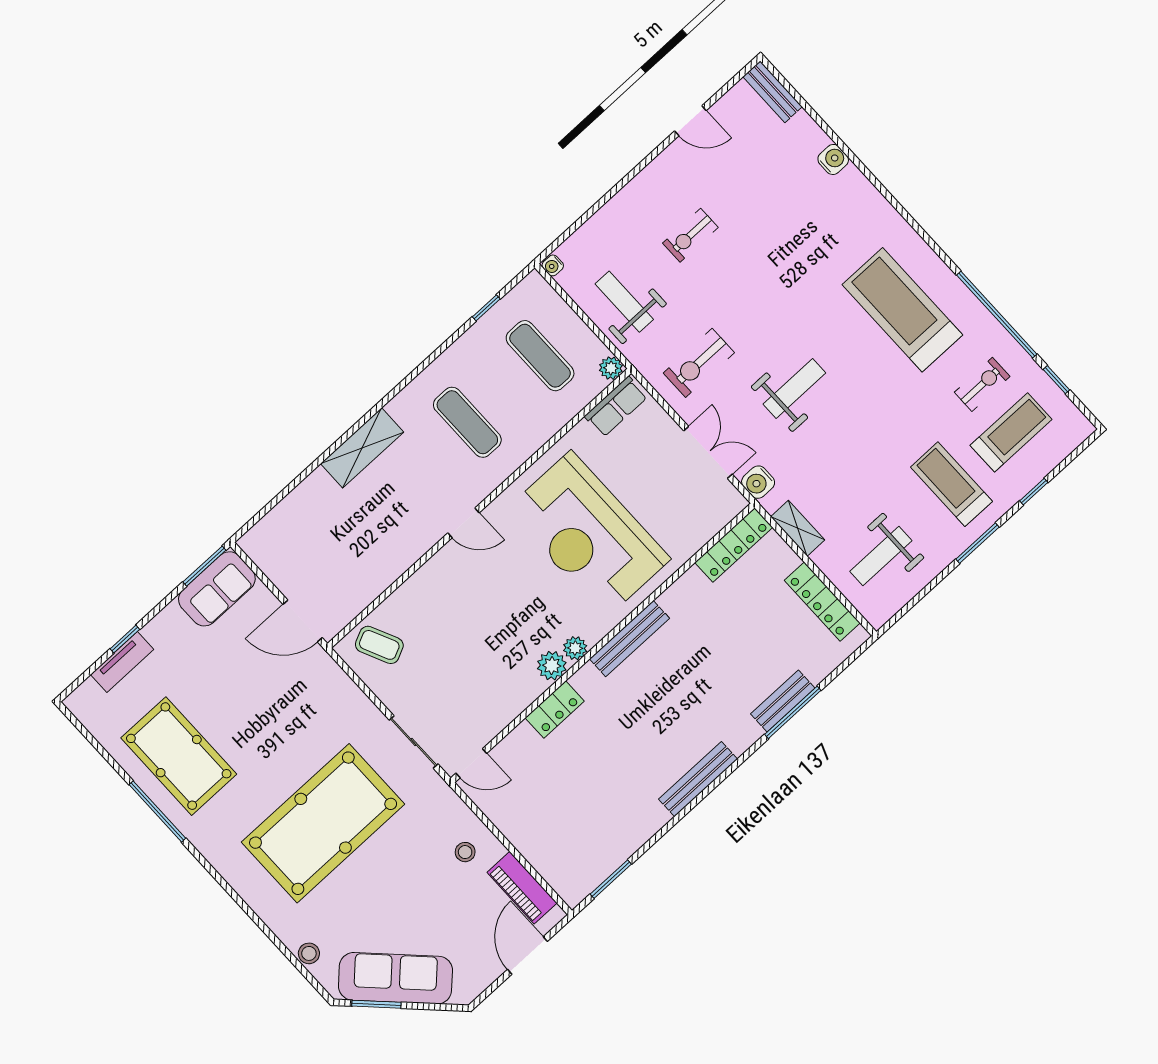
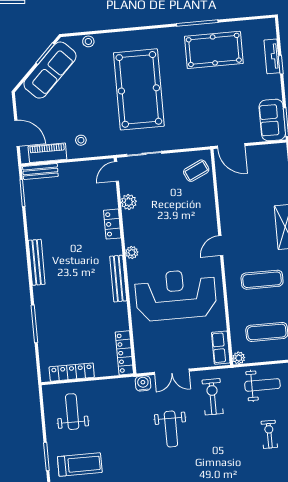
shelving: (798, 528) -> (111, 385), removed
door: (303, 621) -> (231, 146), swing flipped
plant: (552, 666) -> (129, 202), moved
bench: (783, 701) -> (40, 171), moved, turned 90

